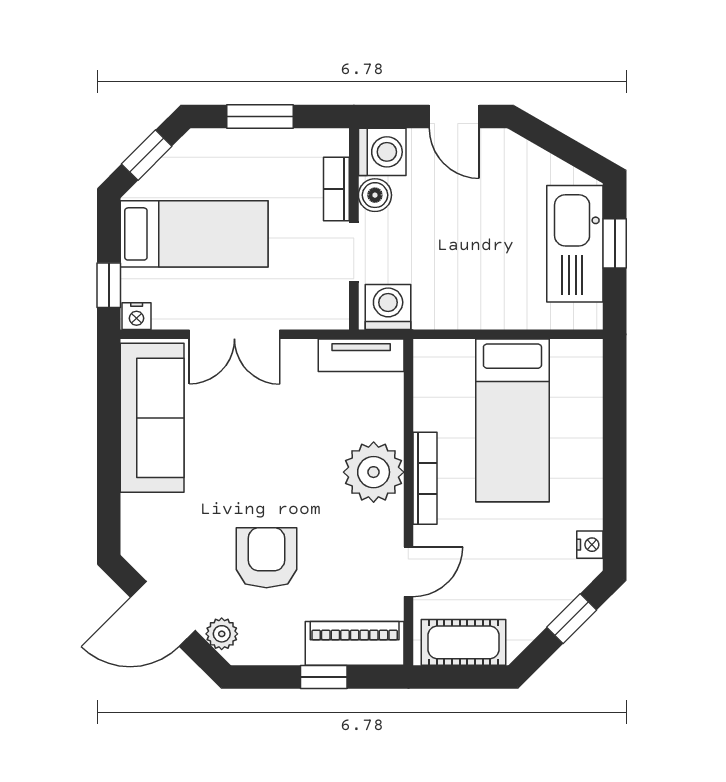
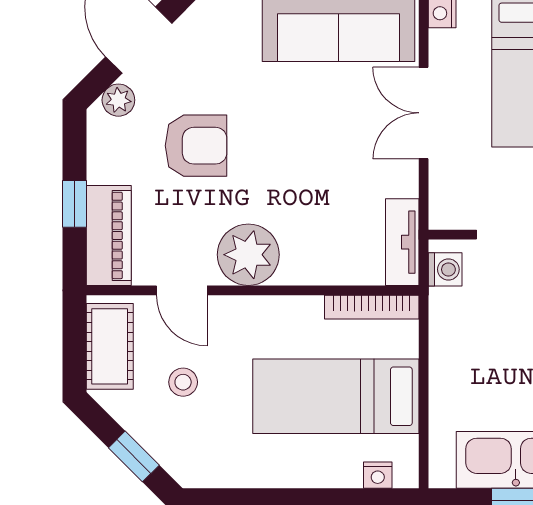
washing machine: (388, 307) -> (445, 269), width x0.73, depth x0.73
plant: (374, 472) -> (248, 255), moved
bookcase: (425, 478) -> (372, 307), moved
nightstand: (590, 545) -> (378, 475), moved
stool: (499, 570) -> (183, 382), added

